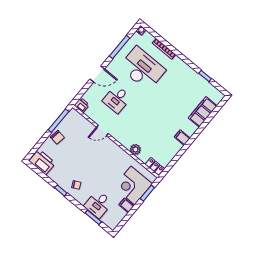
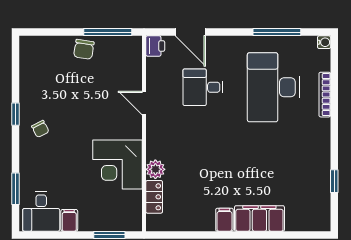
desk: (142, 69) -> (273, 87), turned 180
door: (97, 74) -> (190, 32), moved
filing cabinet: (203, 112) -> (259, 218), moved
printer: (42, 162) -> (33, 57), removed
locker: (155, 166) -> (154, 197), moved
corner desk: (133, 185) -> (117, 165), moved, turned -90
desk: (98, 204) -> (41, 211), moved, turned -90

